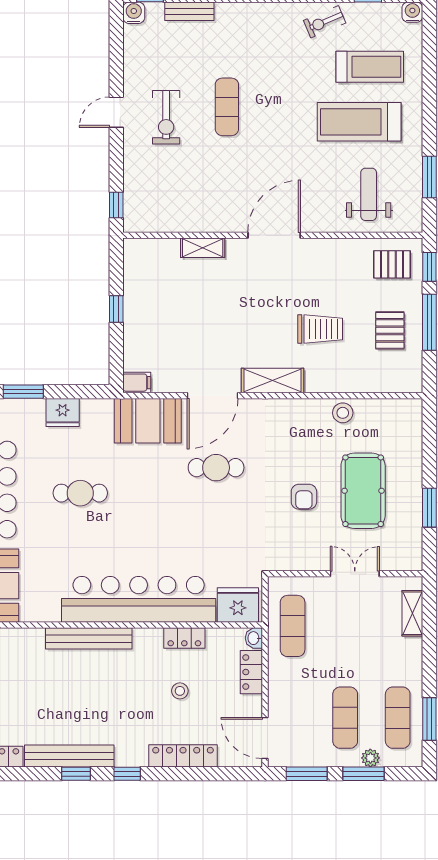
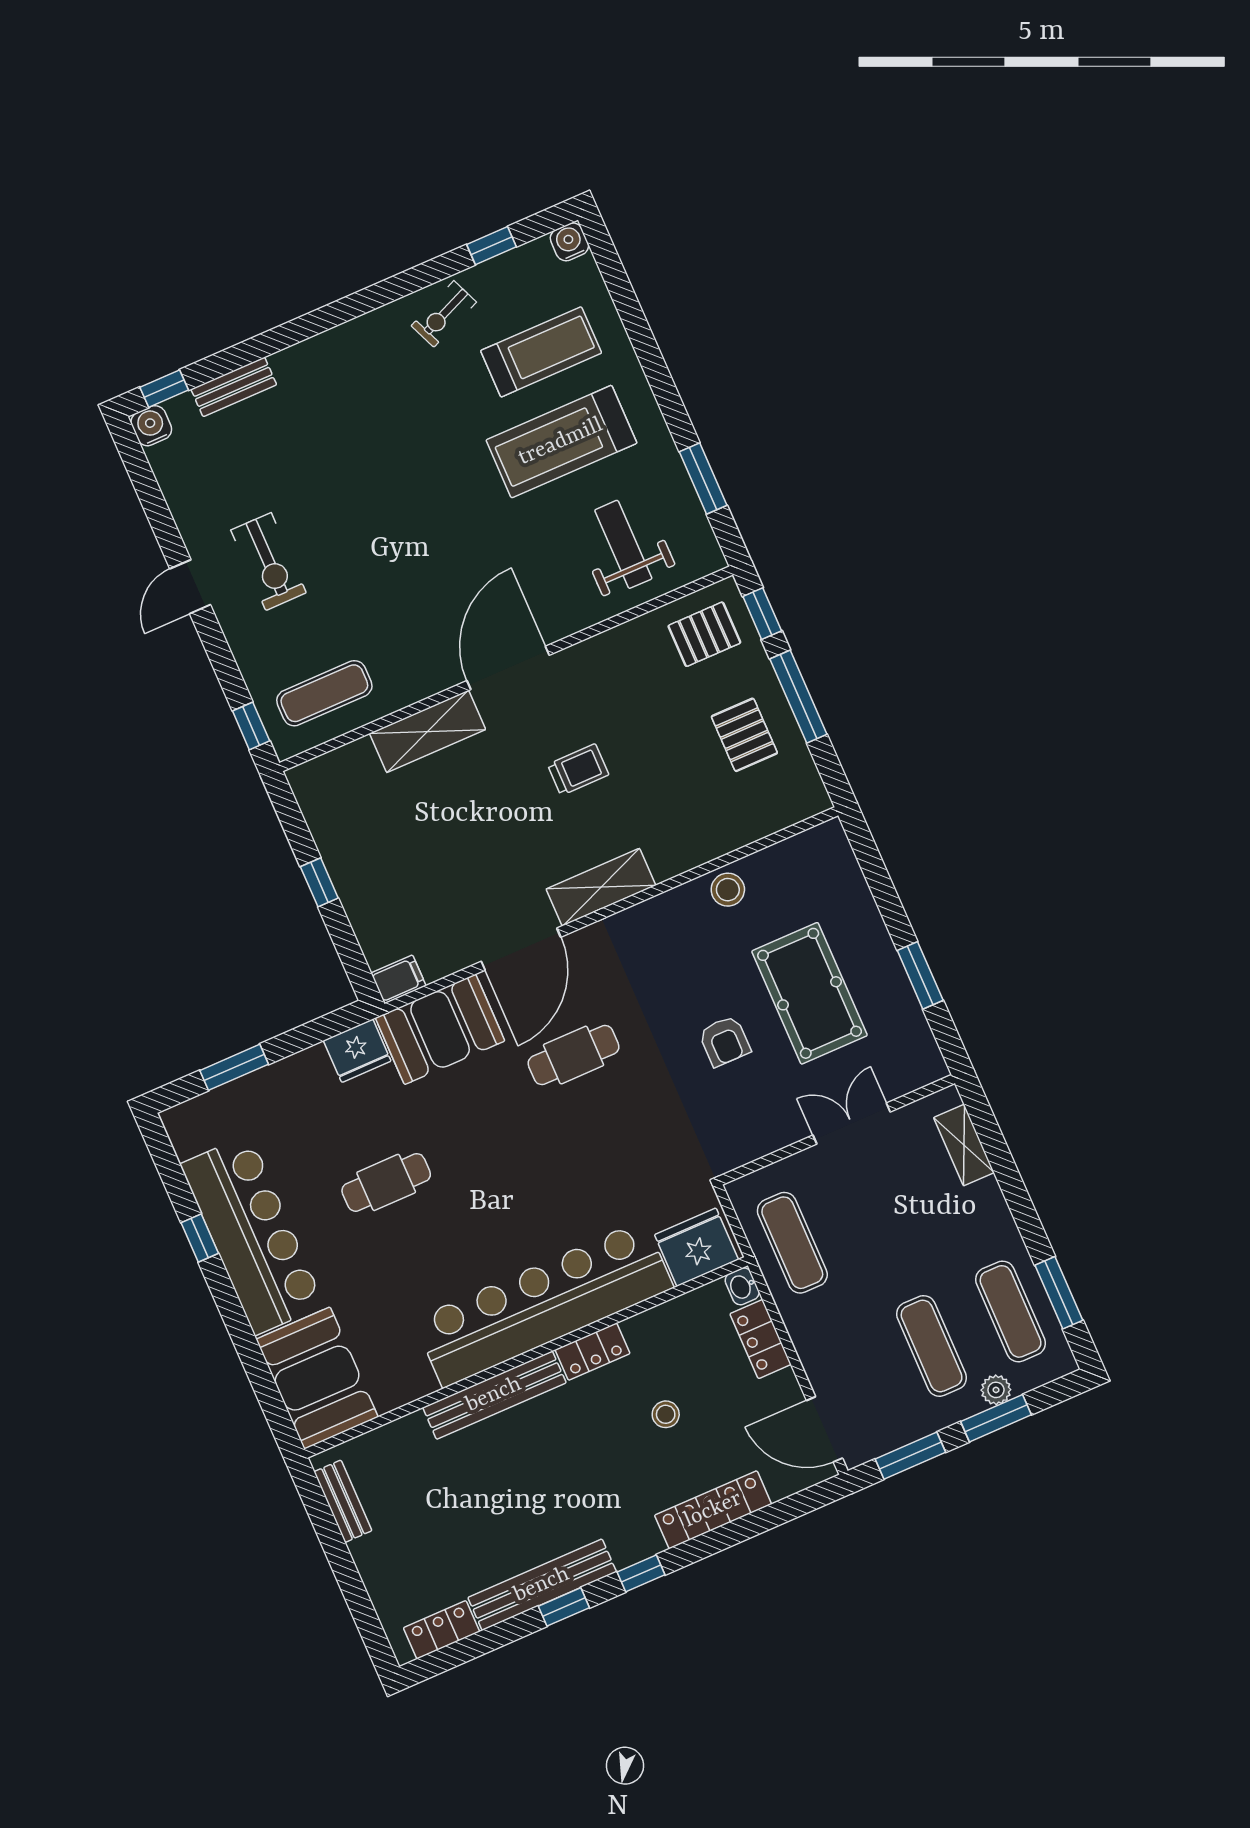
exercise mat: (227, 107) -> (324, 693), moved, turned 90
shelving: (203, 248) -> (428, 731), width x1.50, depth x1.33
trolley: (320, 329) -> (578, 770), moved, width x0.73, depth x0.72
fridge: (63, 412) -> (357, 1051), moved
locker: (184, 638) -> (593, 1352), moved

